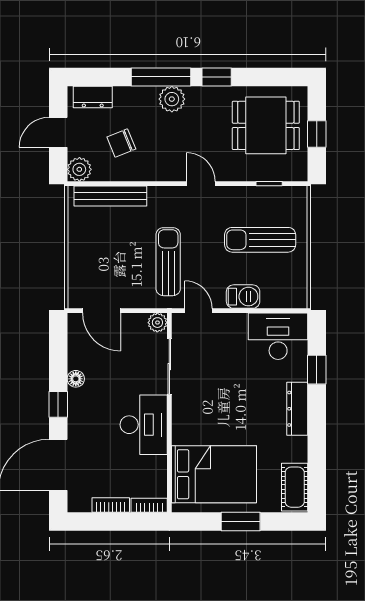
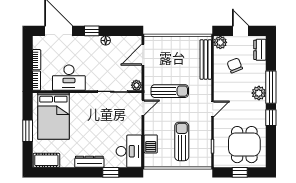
barbecue: (243, 297) -> (151, 144), moved
desk: (144, 425) -> (69, 78), moved

